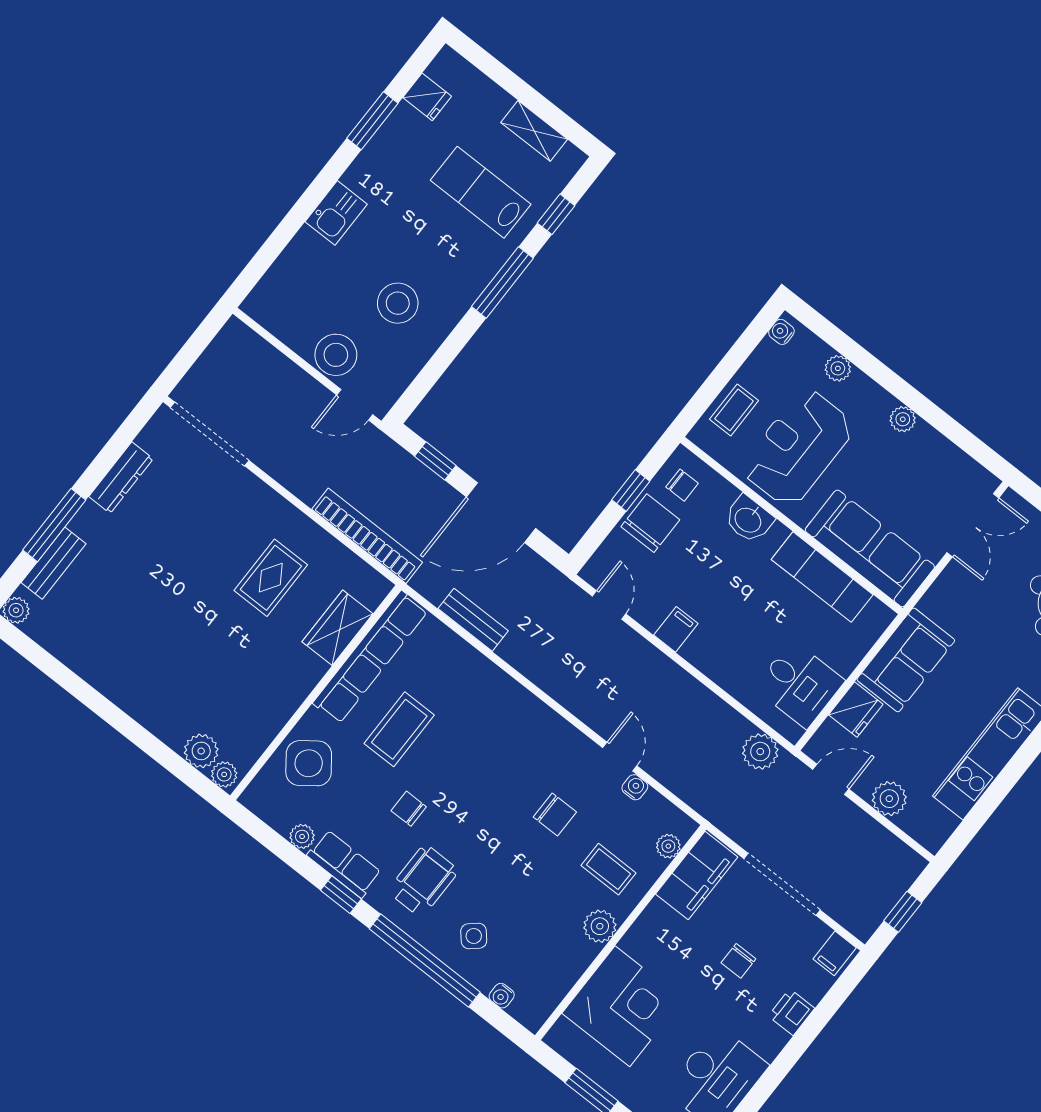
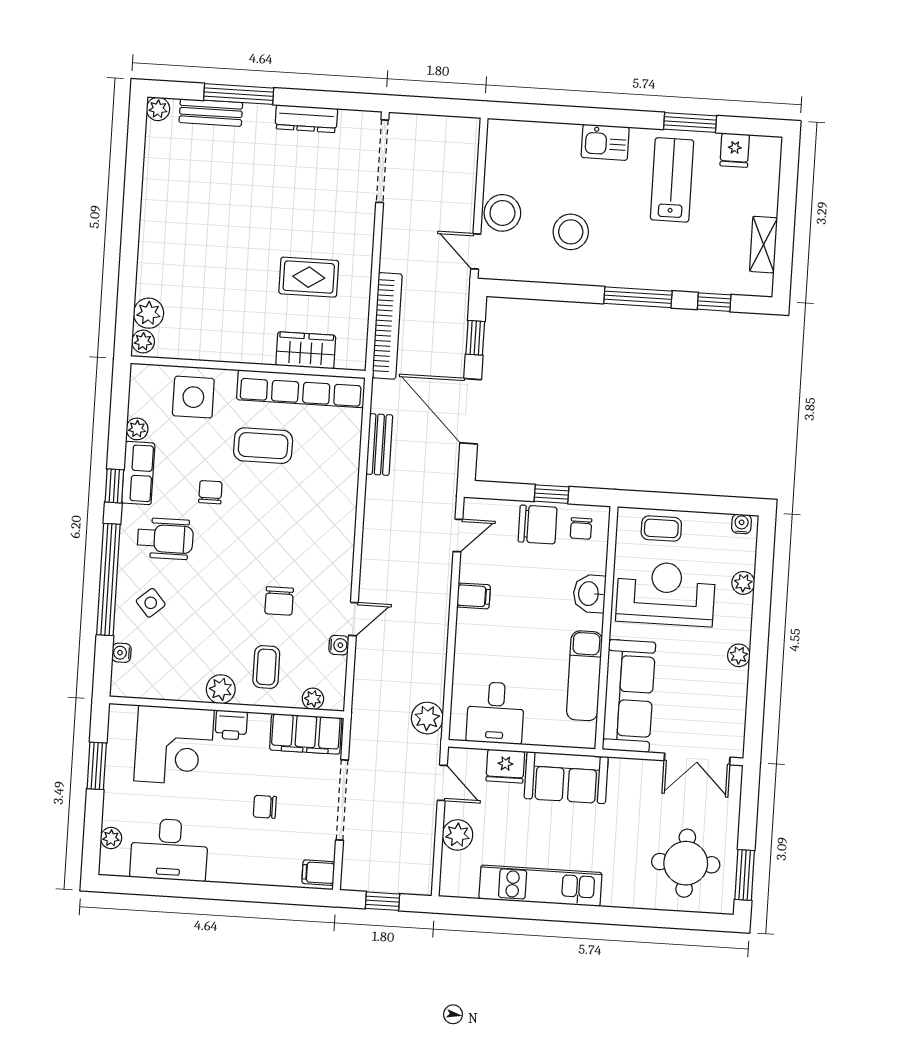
lab bench: (481, 192) -> (672, 180), moved
side table: (309, 763) -> (193, 397), turned 37
printer: (791, 1012) -> (231, 725), moved, turned 180

